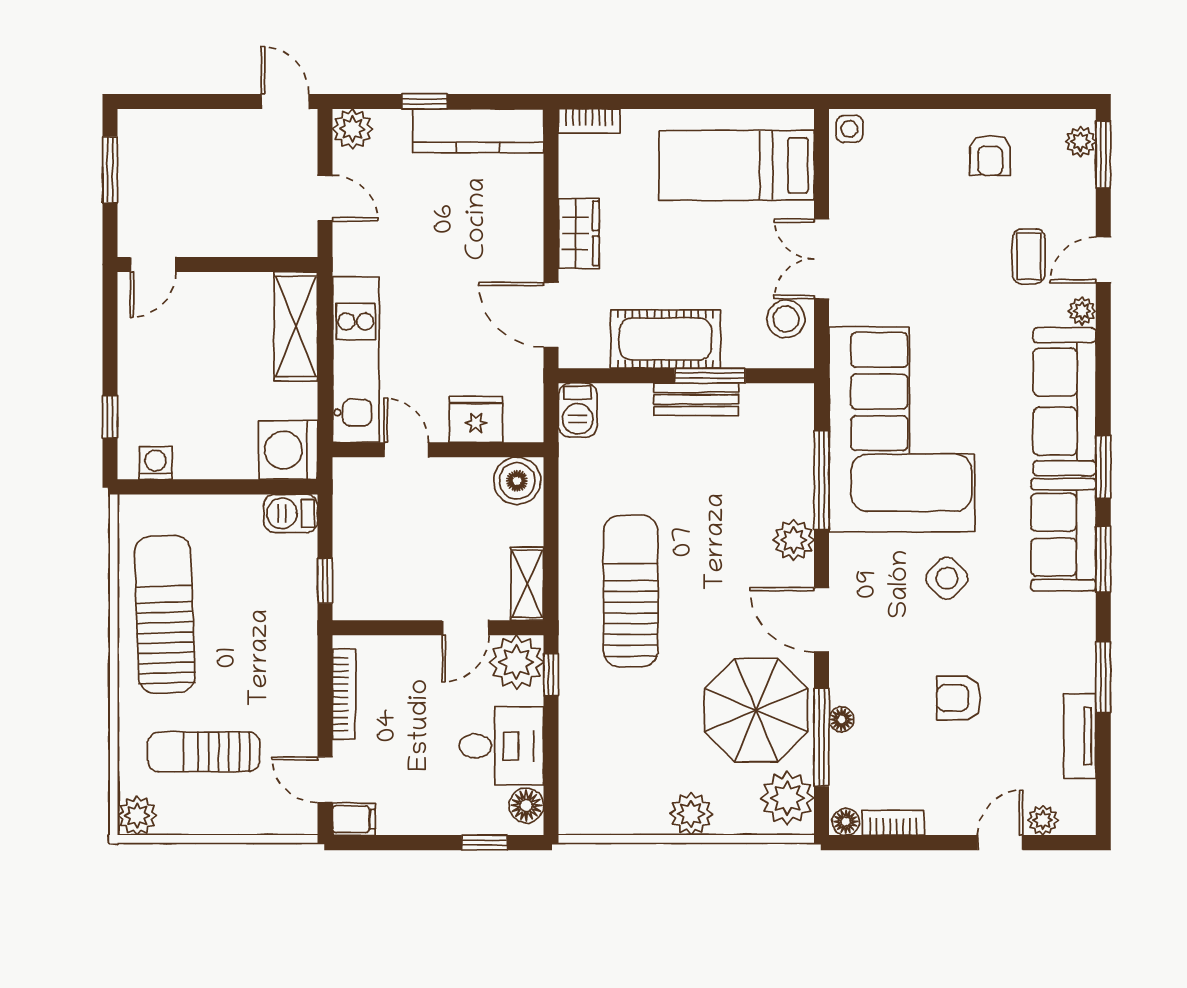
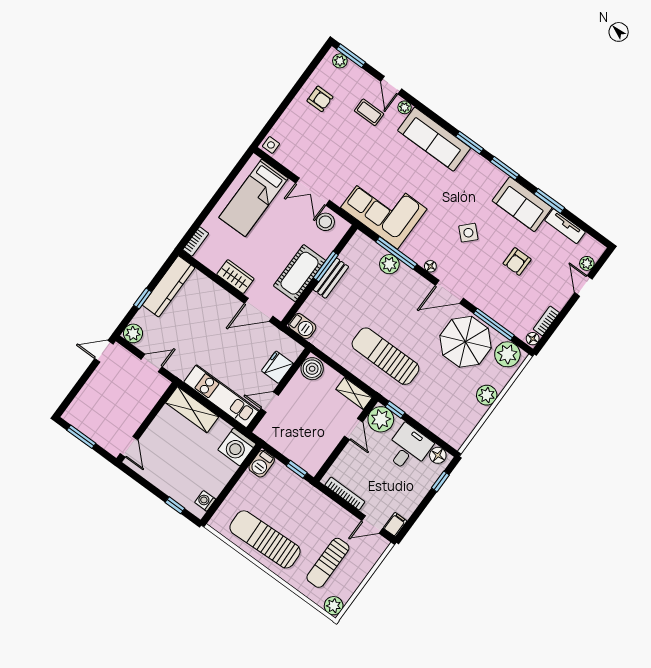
corner sofa: (902, 429) -> (384, 208), width x0.73, depth x0.74
sofa: (1063, 535) -> (522, 204), moved
plant: (794, 540) -> (389, 264), moved
floor lamp: (841, 719) -> (430, 266), moved

